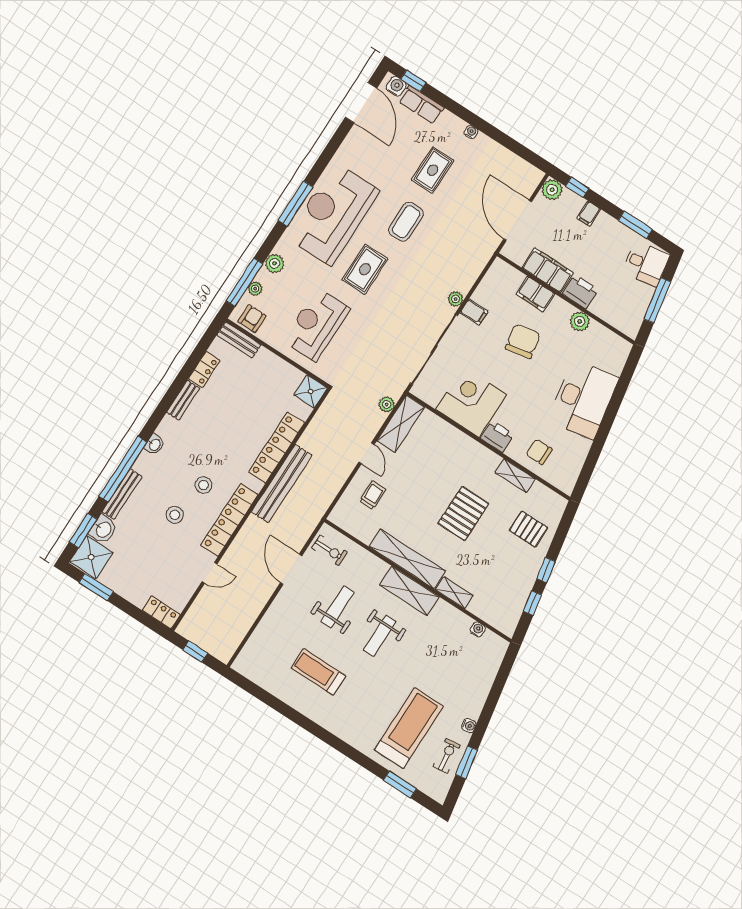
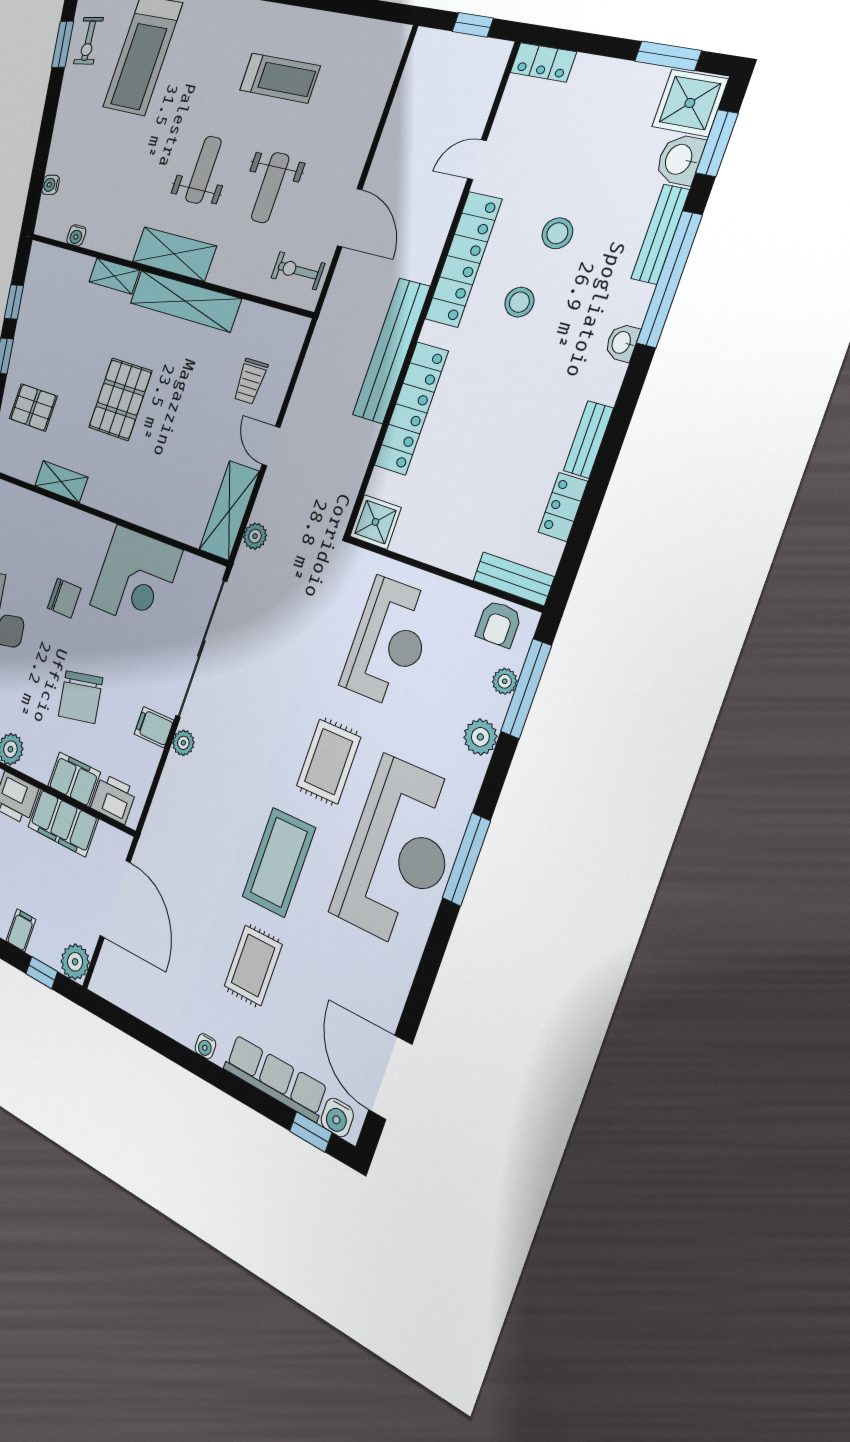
row of seats: (421, 105) -> (275, 1078), width x1.48
coffee table: (406, 222) -> (279, 862), width x1.36, depth x1.32
printer: (497, 436) -> (113, 799), moved, turned 180
chair: (539, 452) -> (64, 598), moved
water cooler: (469, 726) -> (51, 185), moved

